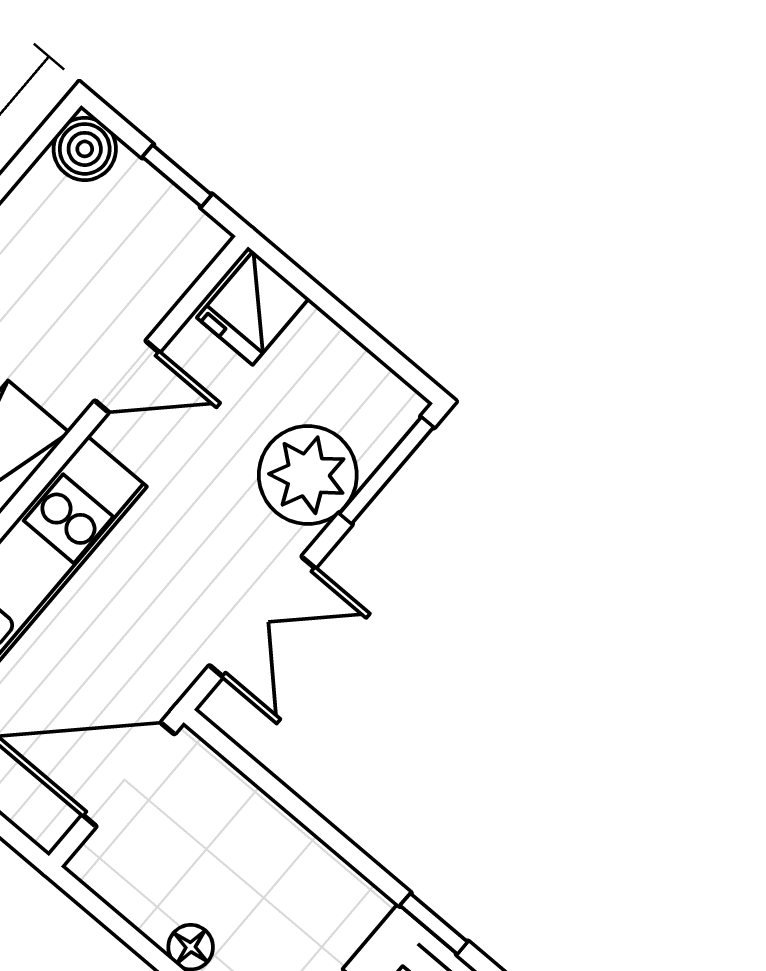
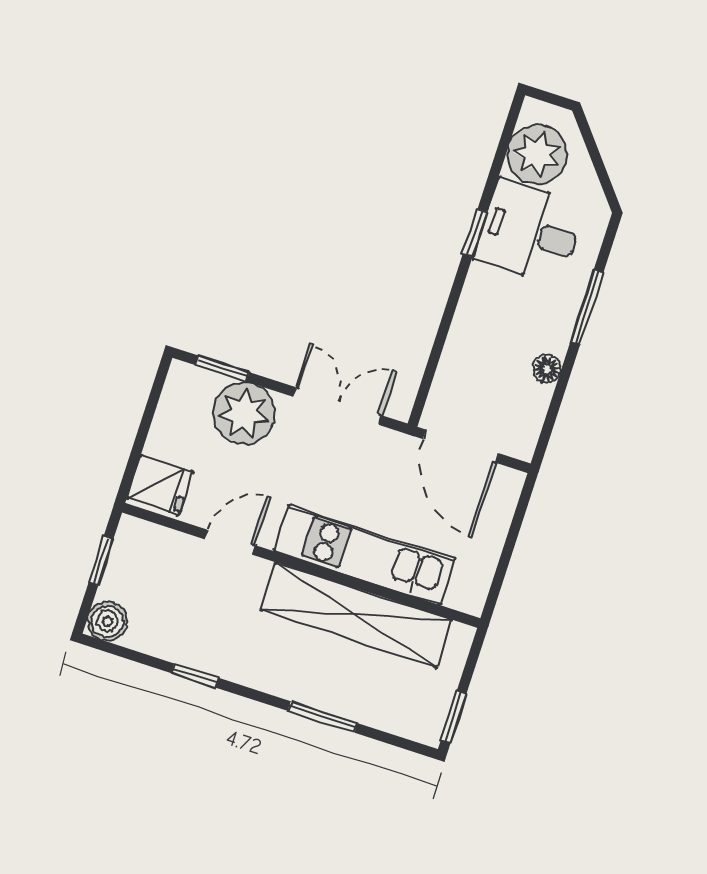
door: (127, 377) -> (230, 542), hinge flipped
window: (387, 470) -> (222, 369), width x0.67

